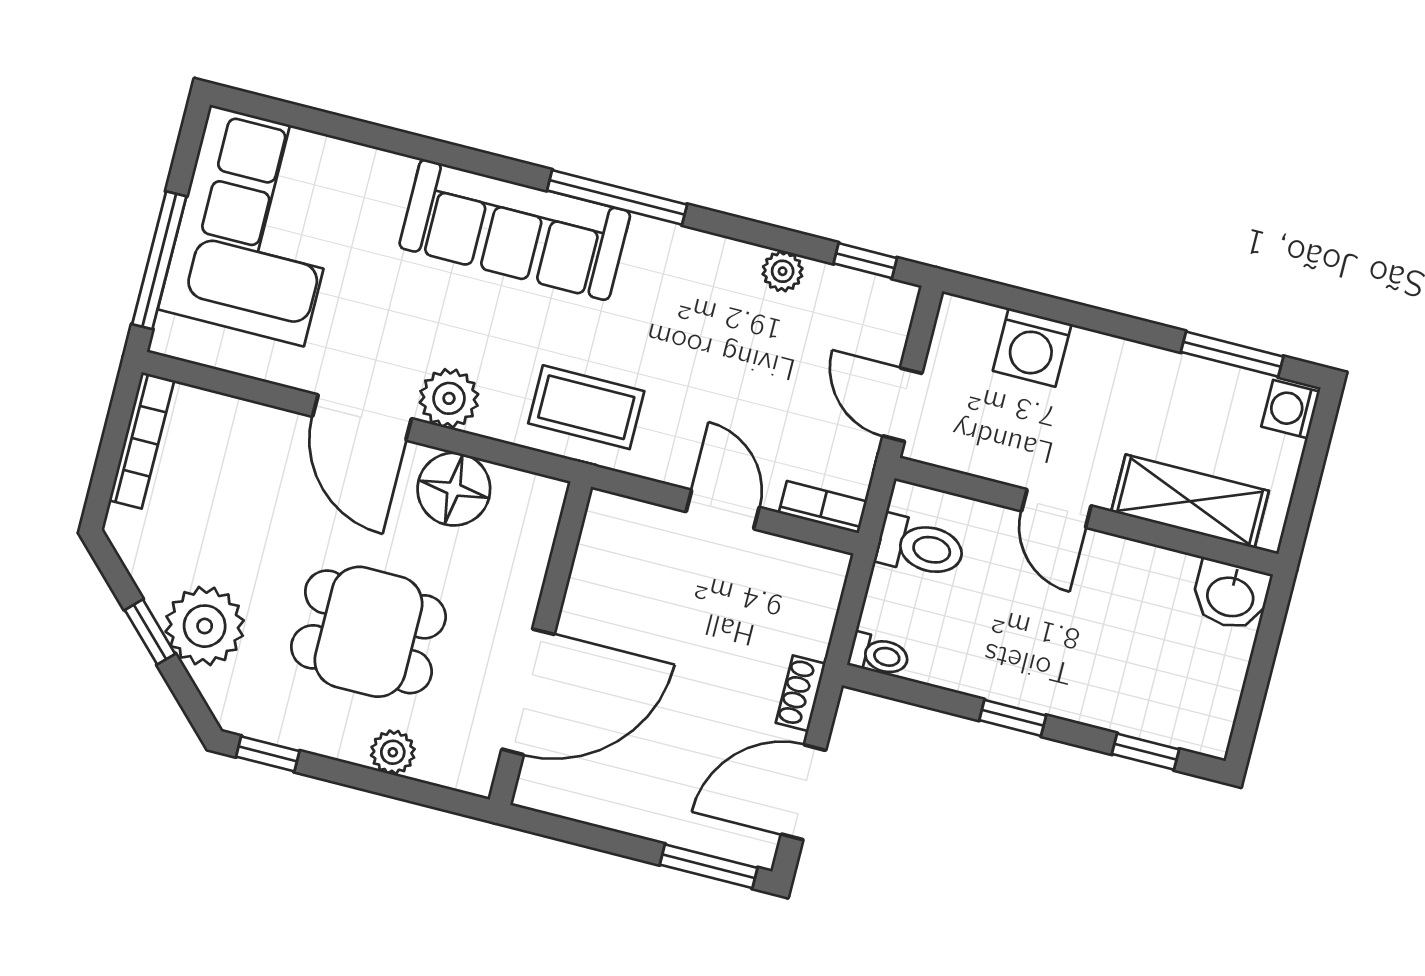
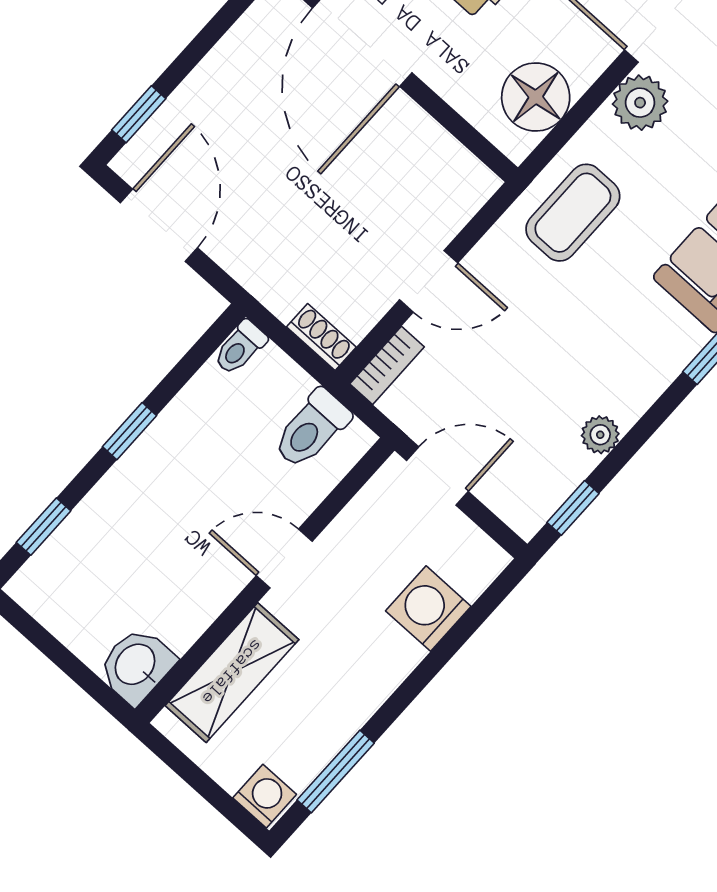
floor lamp: (454, 489) -> (536, 97), moved
shoe rack: (801, 693) -> (321, 337), moved
window: (709, 866) -> (139, 114), width x0.67

